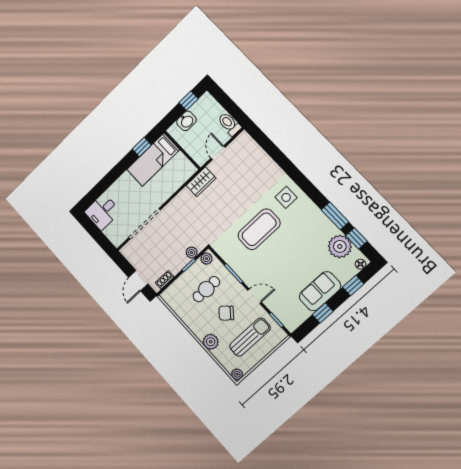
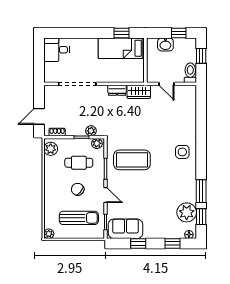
window: (225, 101) -> (201, 56), added
door: (218, 153) -> (166, 84), swing flipped
dresser: (182, 198) -> (117, 90), added
coffee table: (259, 229) -> (132, 160), moved
sofa: (320, 291) -> (125, 229), moved
plant: (211, 342) -> (51, 149), moved

